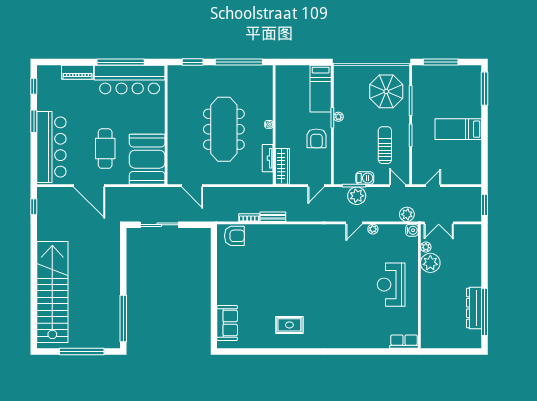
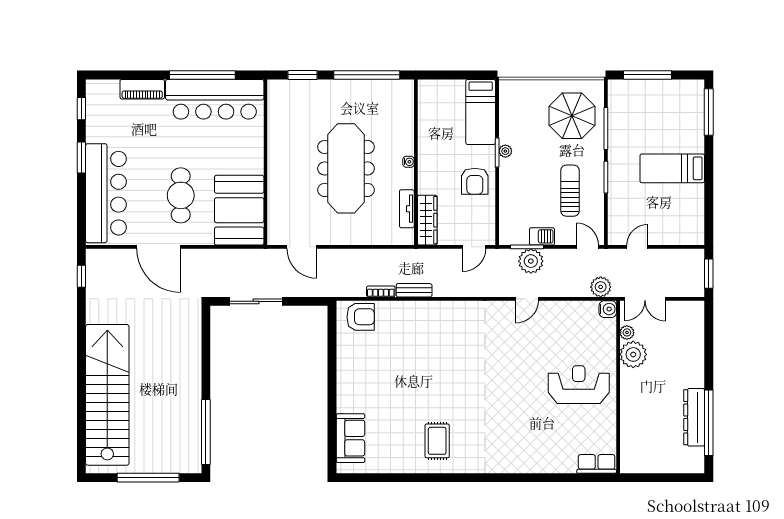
plant: (373, 229) -> (553, 307), removed
reception desk: (391, 285) -> (579, 385), turned 90
rug: (289, 325) -> (437, 441), turned 90

